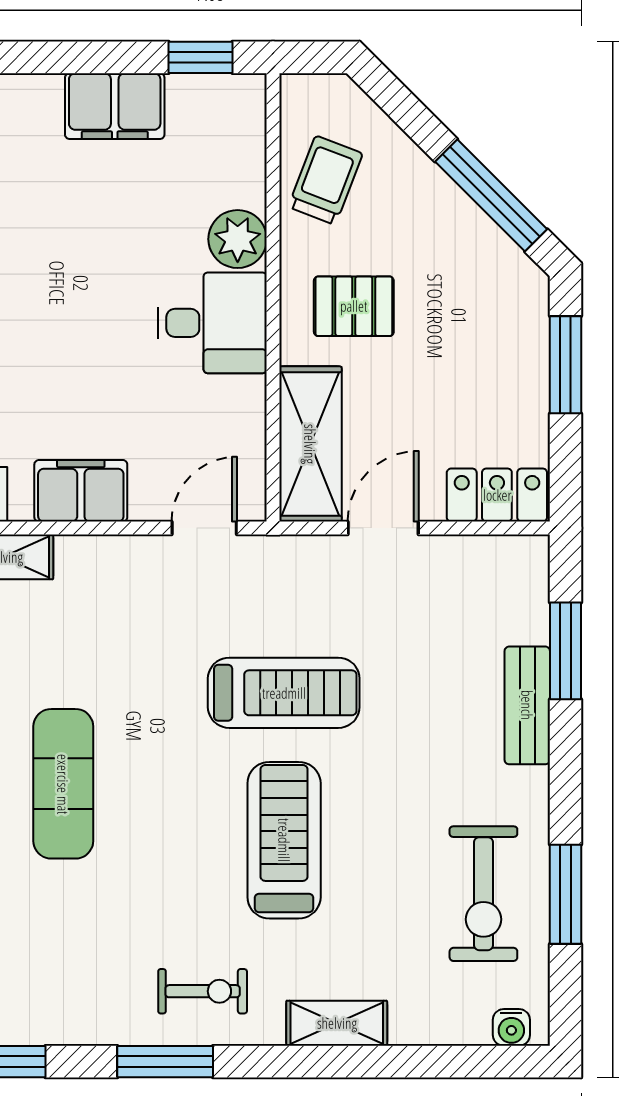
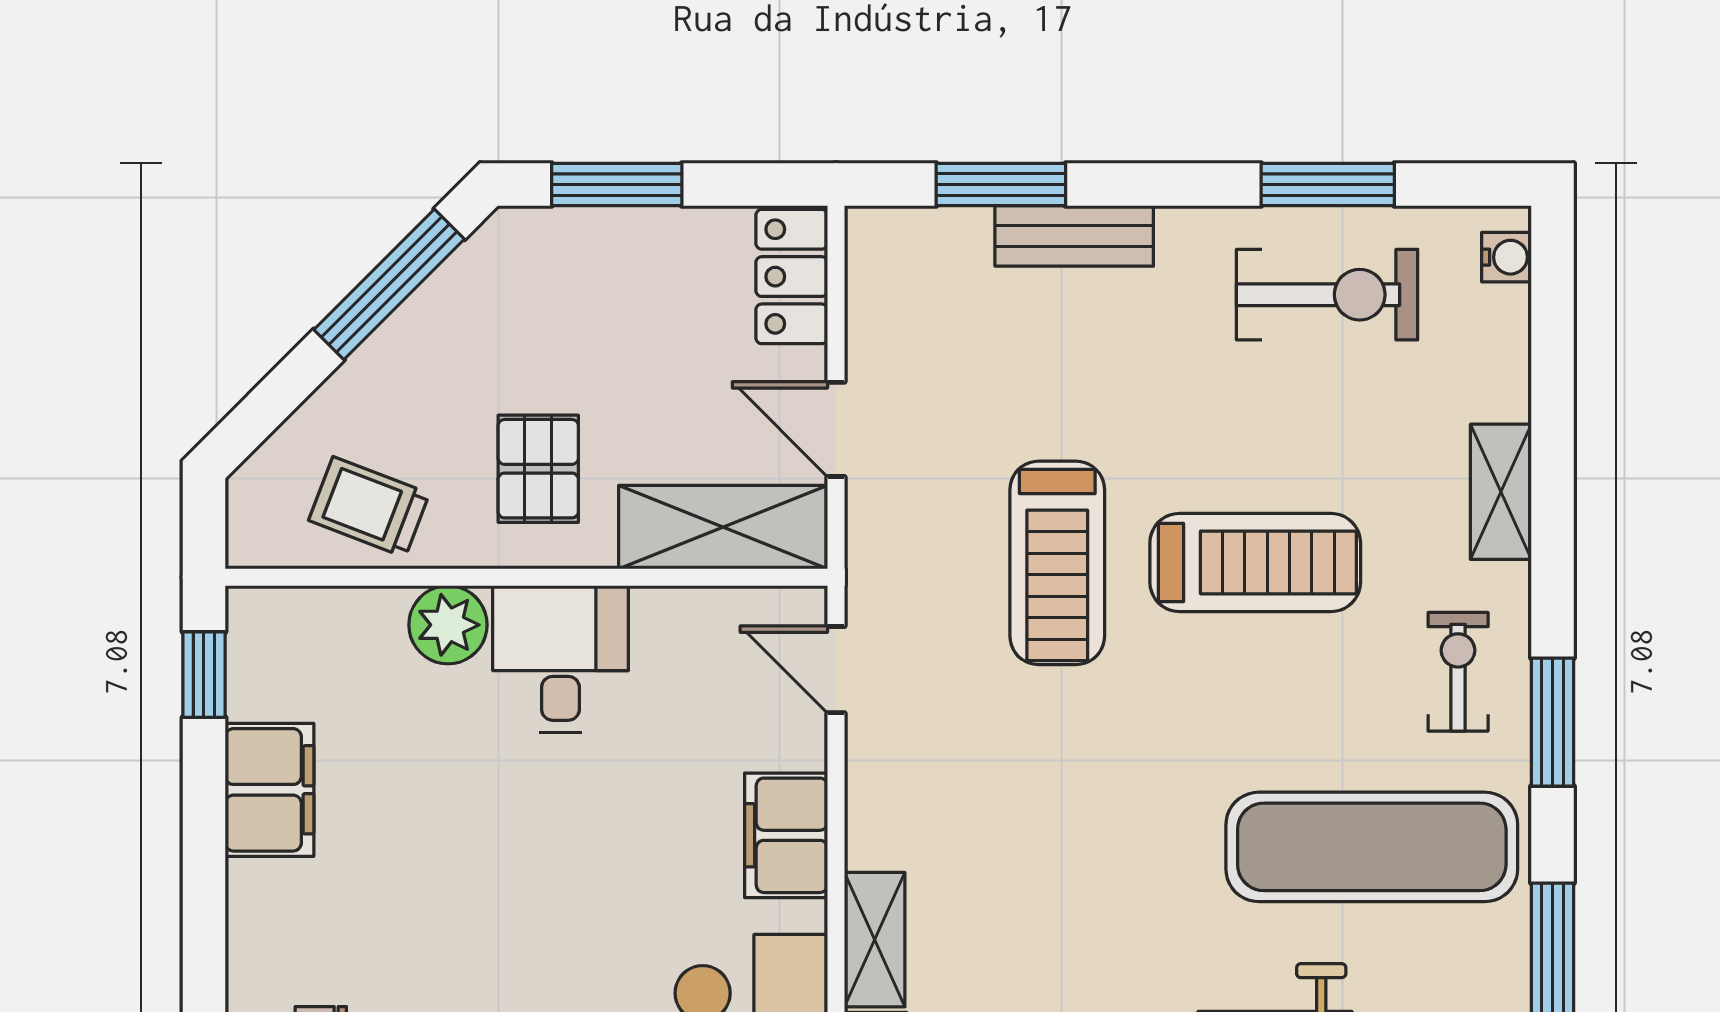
treadmill: (284, 693) -> (1057, 563), turned 180
exercise mat: (63, 784) -> (1372, 847), moved, width x1.36, depth x1.45
treadmill: (284, 840) -> (1255, 562), turned 180

